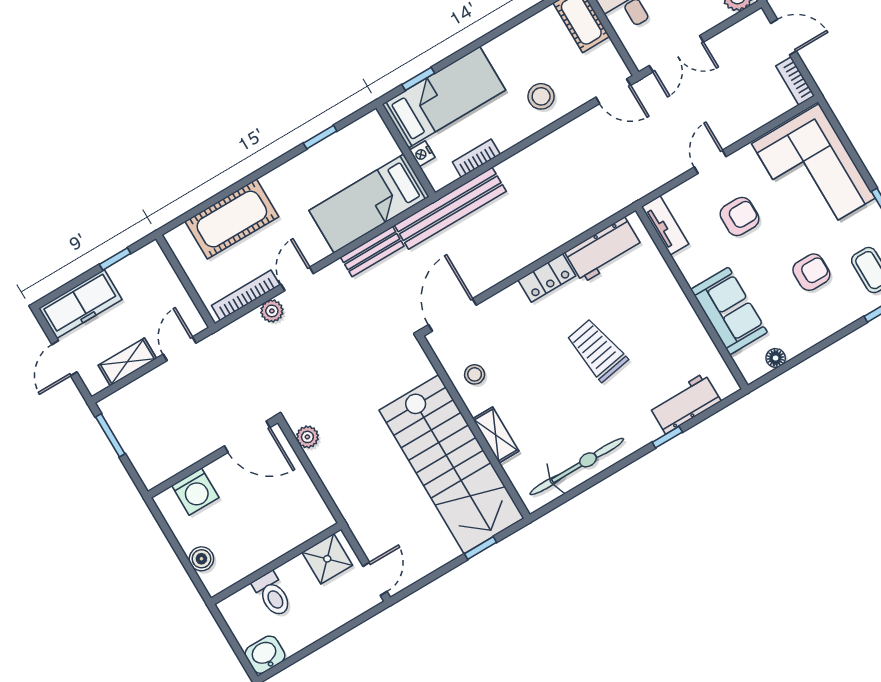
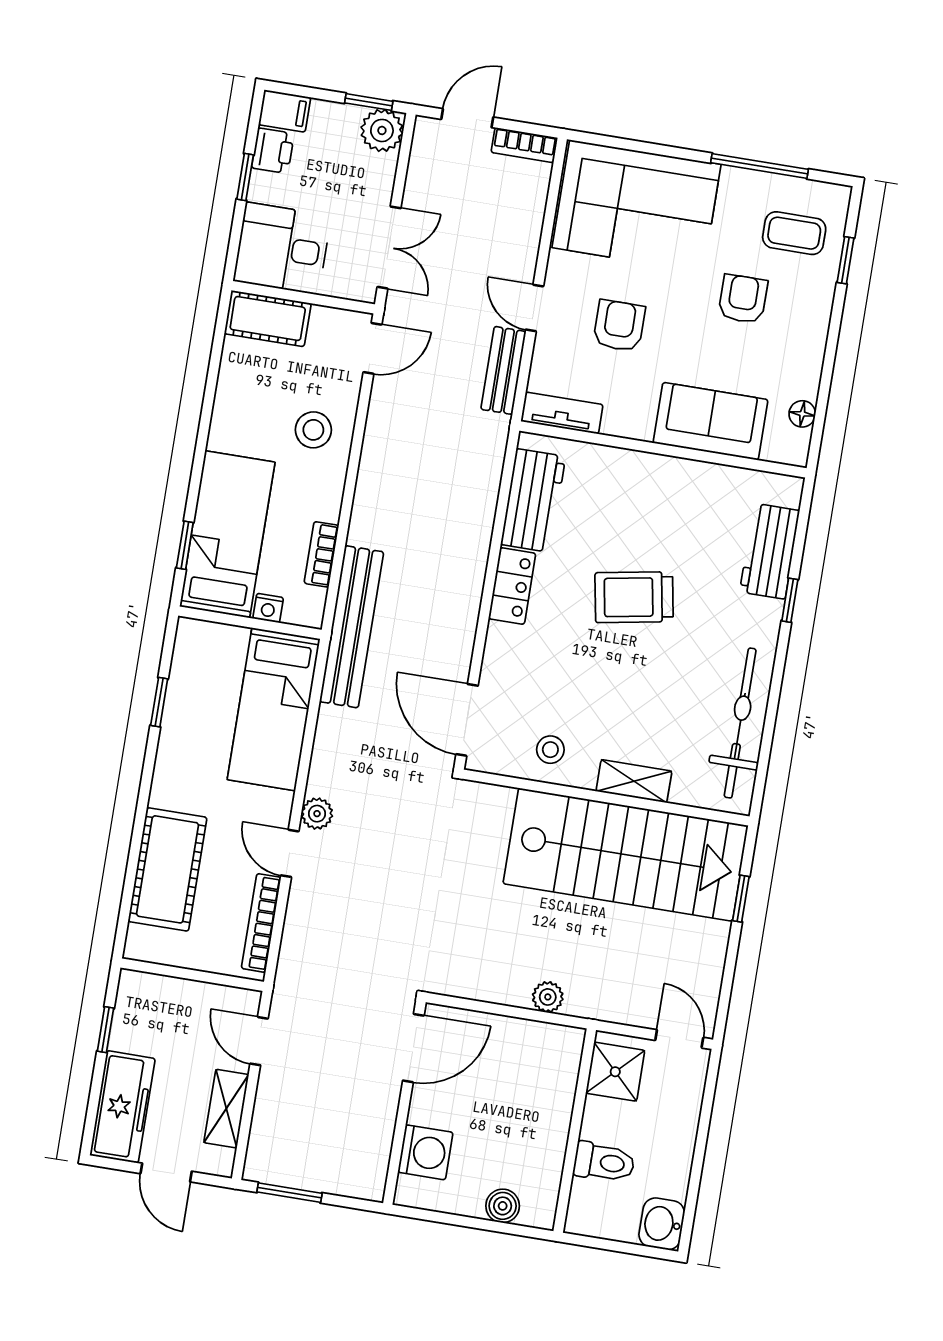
bench: (372, 252) -> (503, 370), moved
plant: (272, 311) -> (317, 814), moved
plant: (307, 437) -> (548, 997), moved

